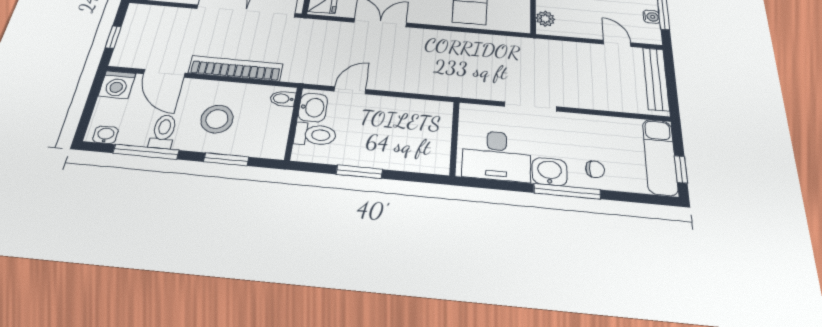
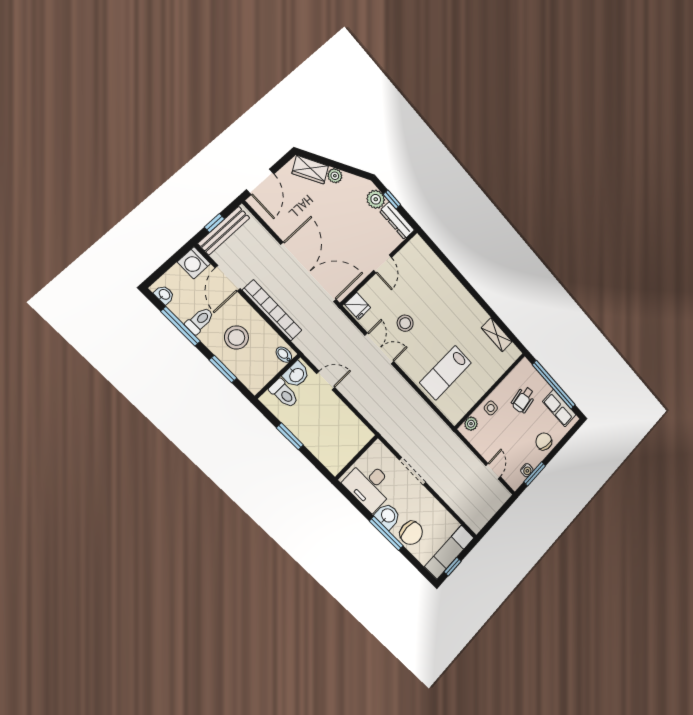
bench: (656, 79) -> (224, 231), moved
chair: (595, 169) -> (411, 533), width x1.87, depth x1.87

